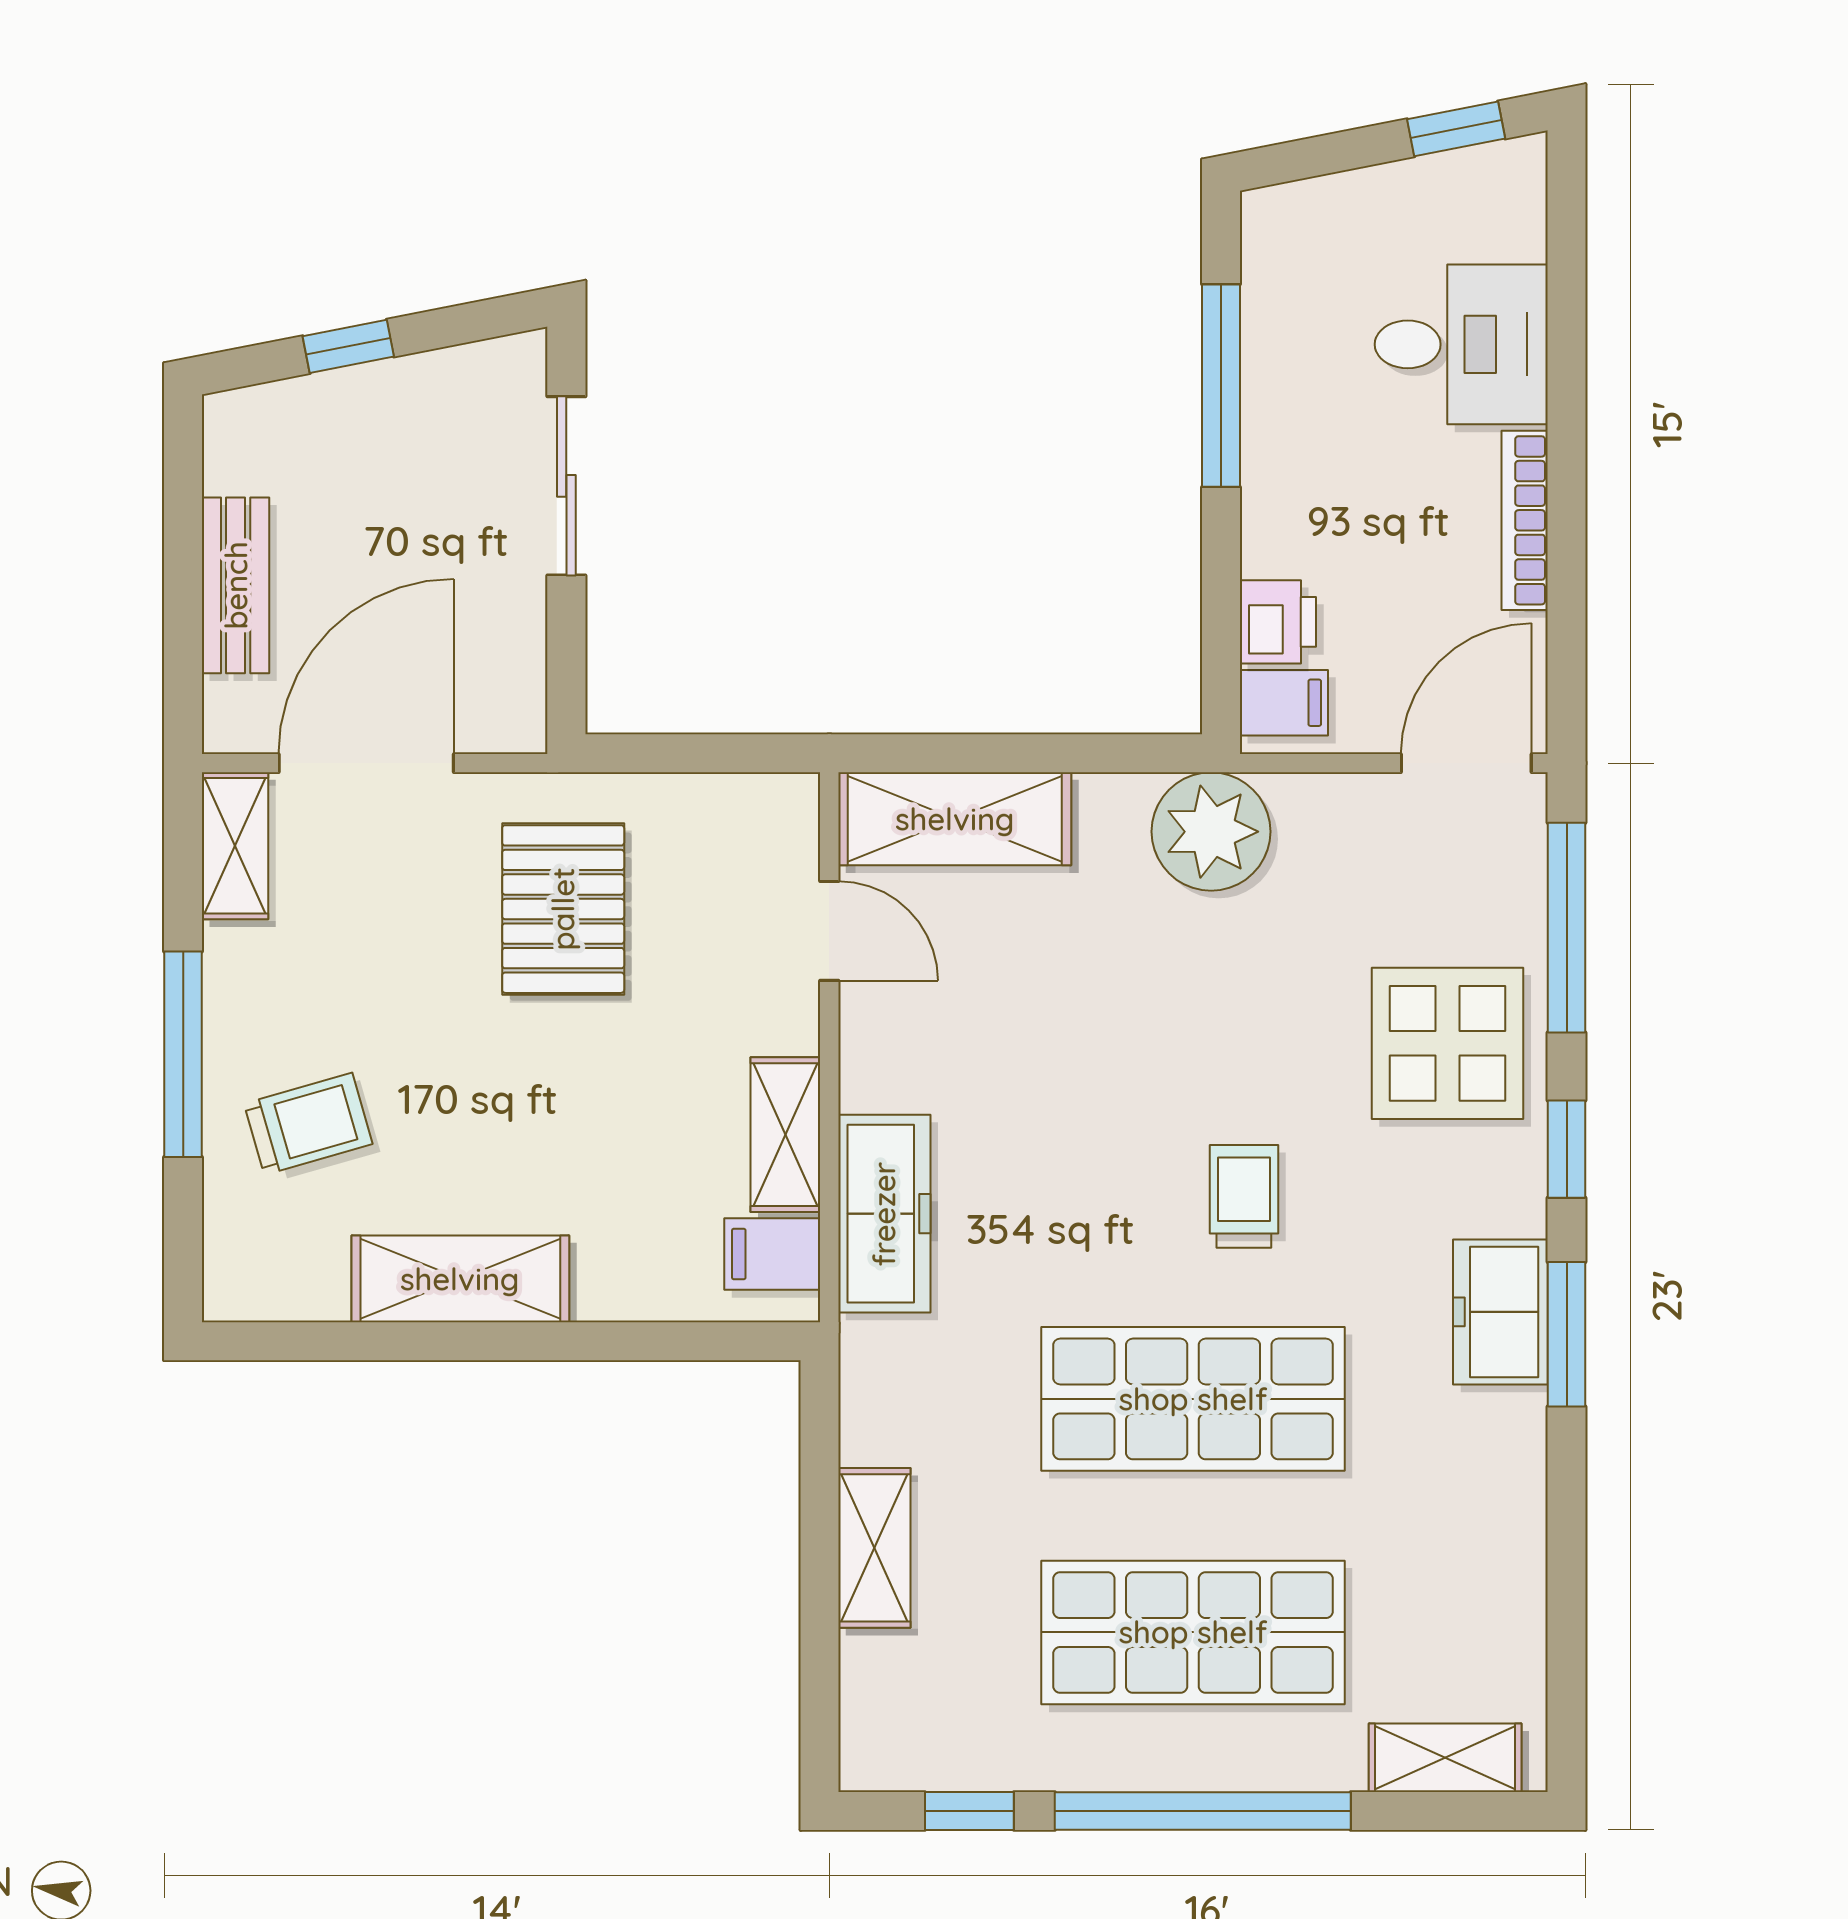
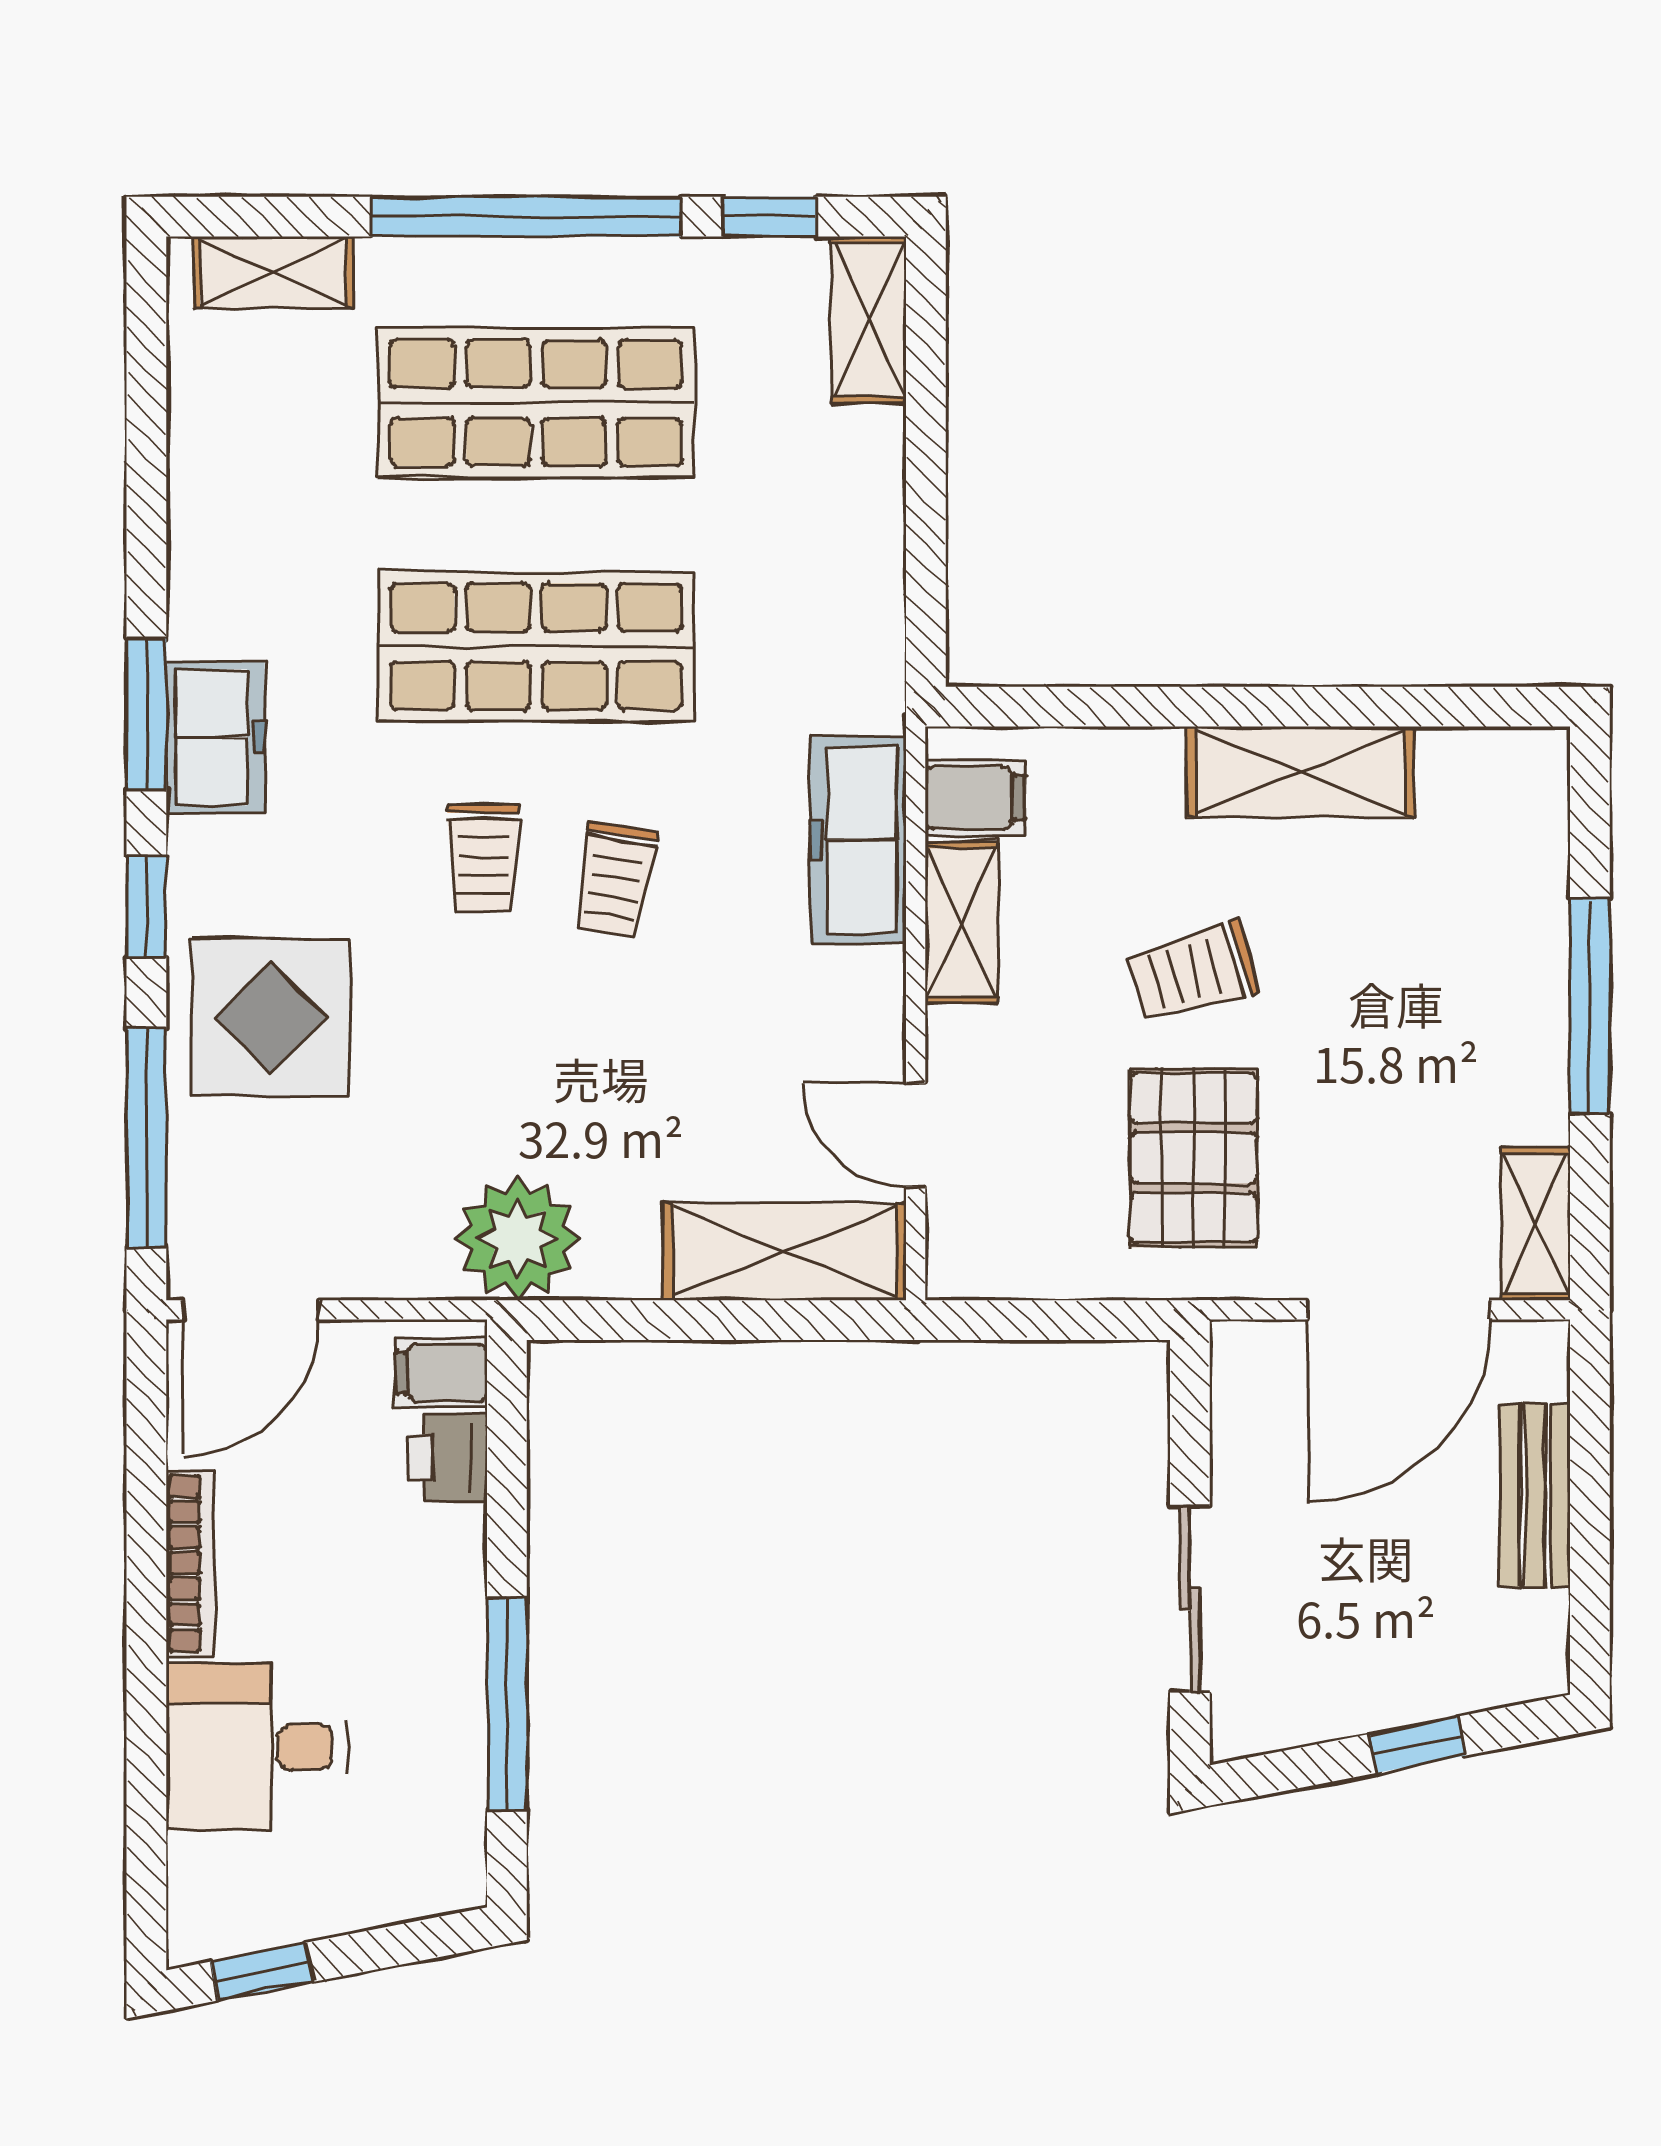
trolley: (308, 1124) -> (1193, 972), moved
trolley: (1117, 1176) -> (615, 879), added
shelving: (874, 1548) -> (869, 320), moved

